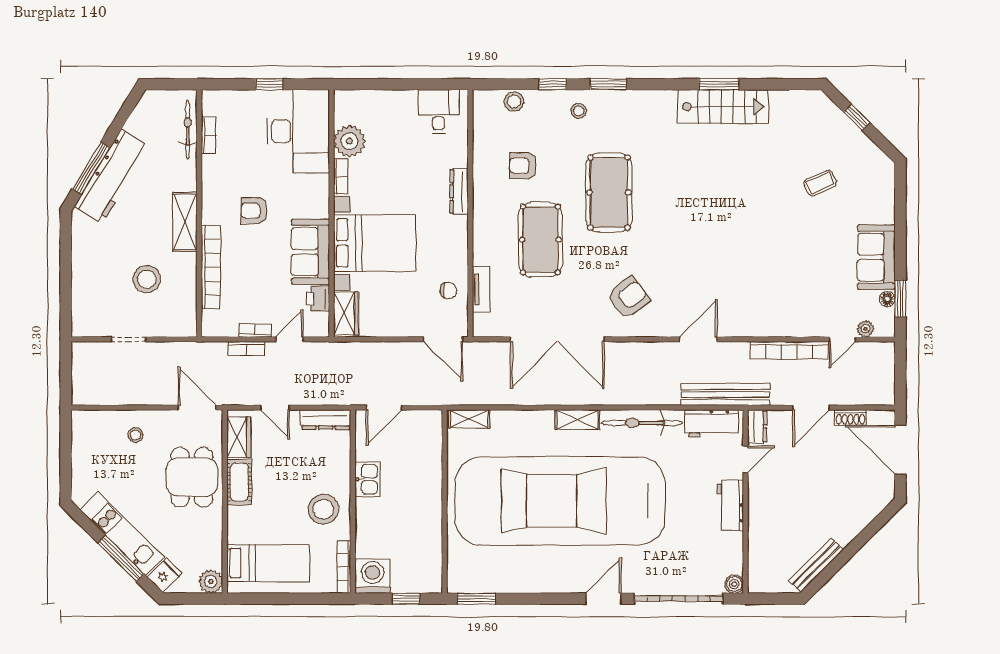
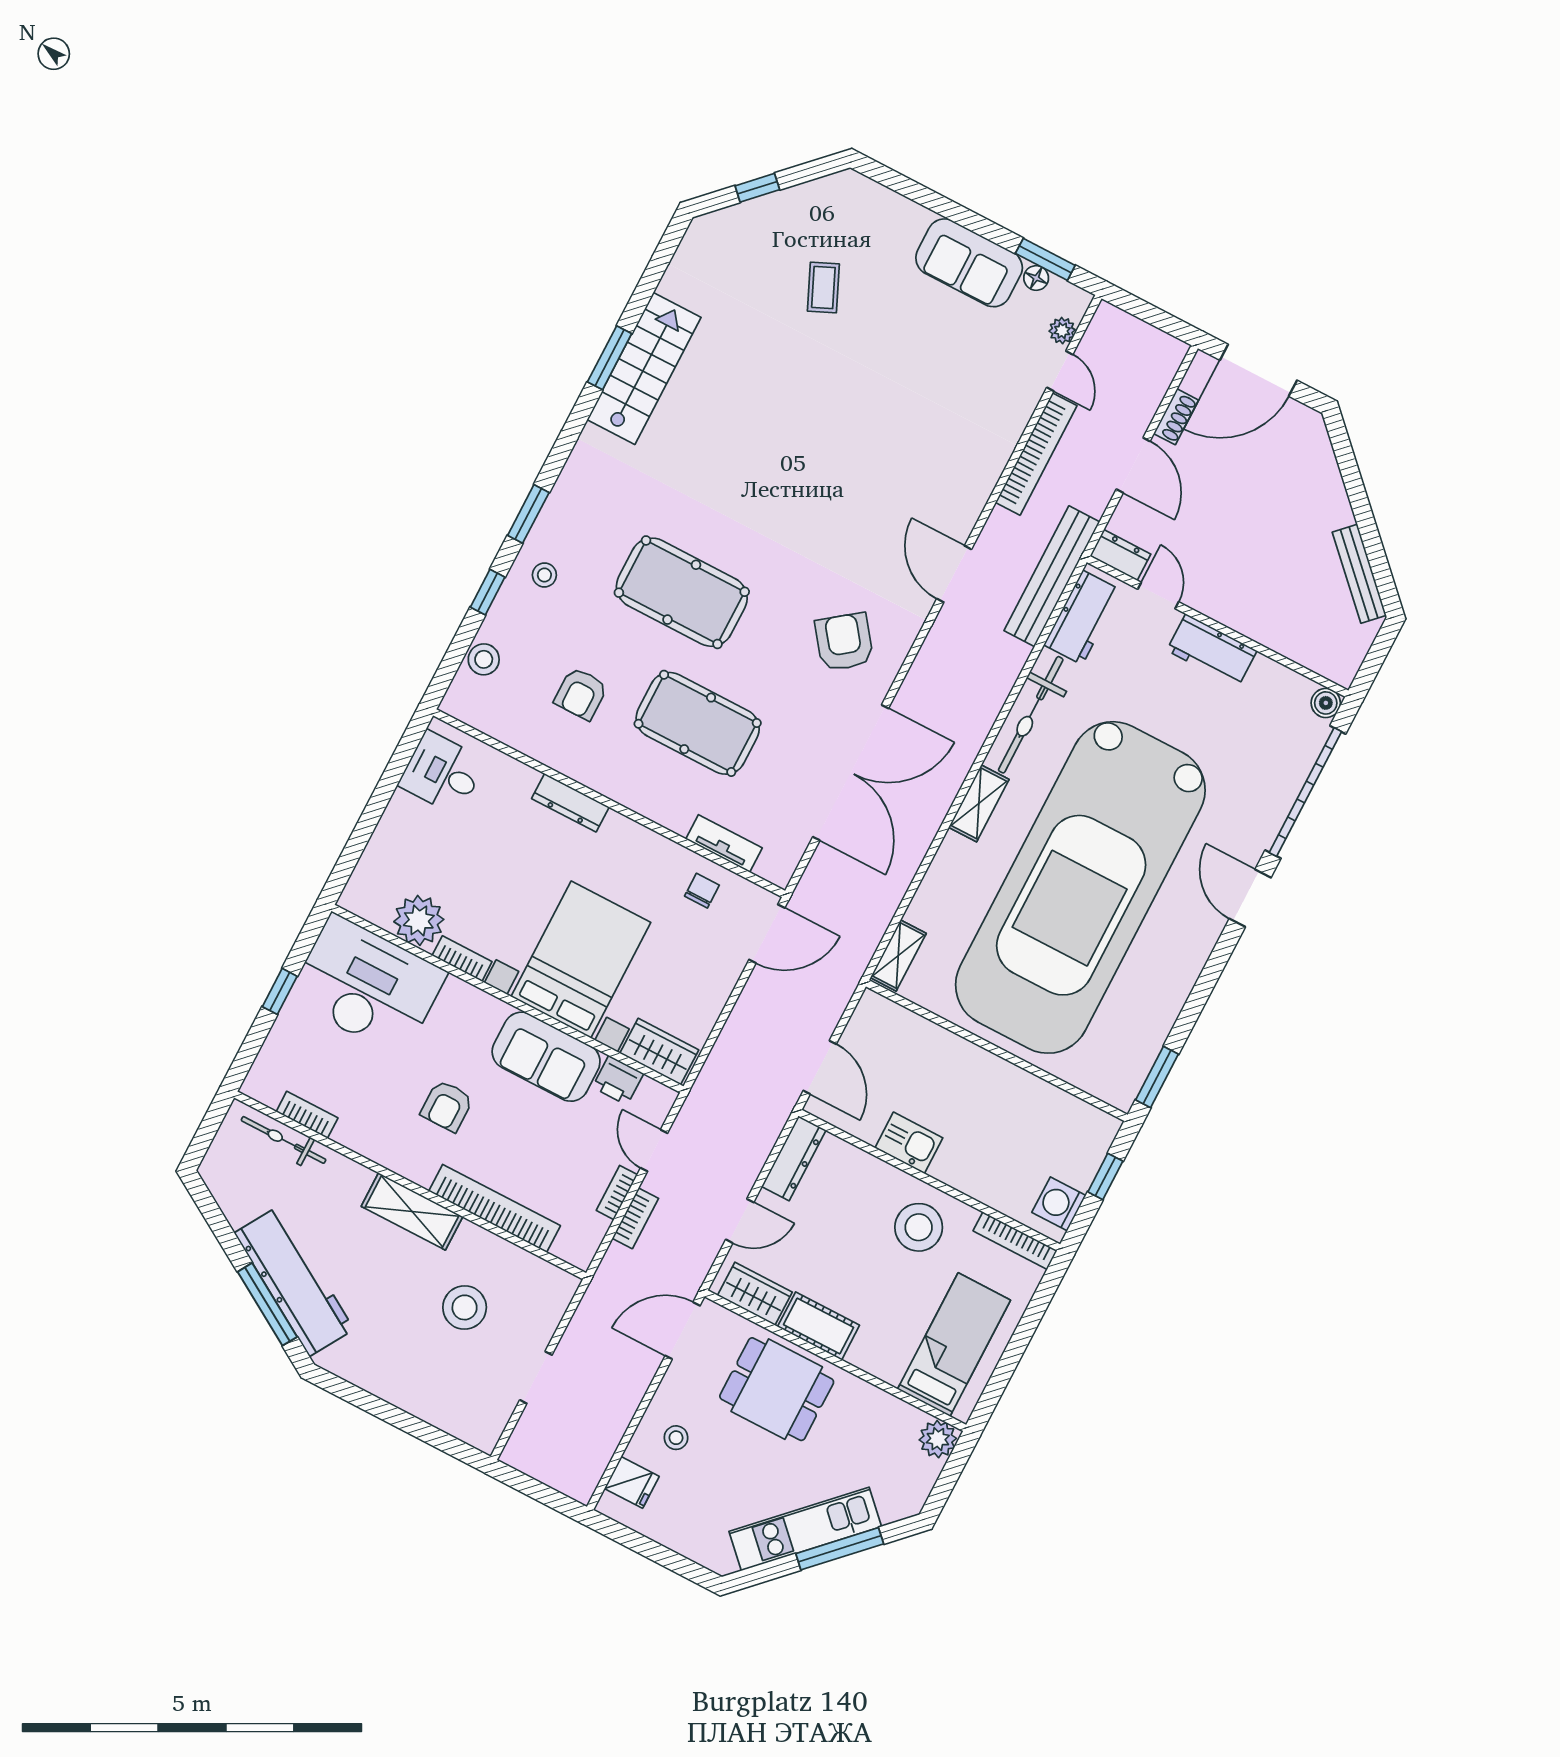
fridge: (164, 575) -> (632, 1482), moved, turned 135
washing machine: (373, 576) -> (1059, 1204), width x0.73, depth x0.73

